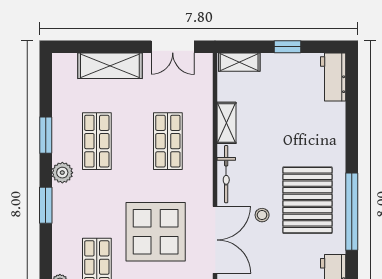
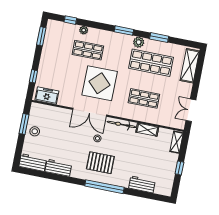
shelving: (110, 66) -> (190, 66), moved
workbench: (333, 77) -> (142, 184), moved
shop shelf: (97, 141) -> (151, 63), width x1.43, depth x1.36
pallet: (307, 200) -> (100, 163), width x0.73, depth x0.71
window: (352, 212) -> (104, 187), moved

